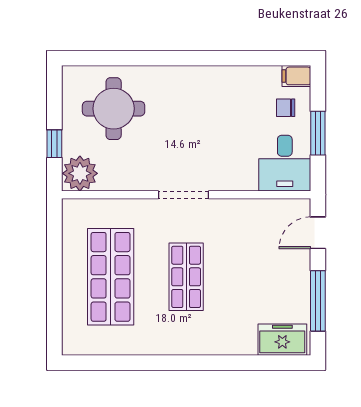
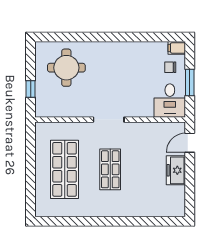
plant: (80, 173) -> (46, 107), removed
window: (318, 301) -> (190, 184), removed
freezer: (282, 340) -> (176, 170), moved, turned -90

